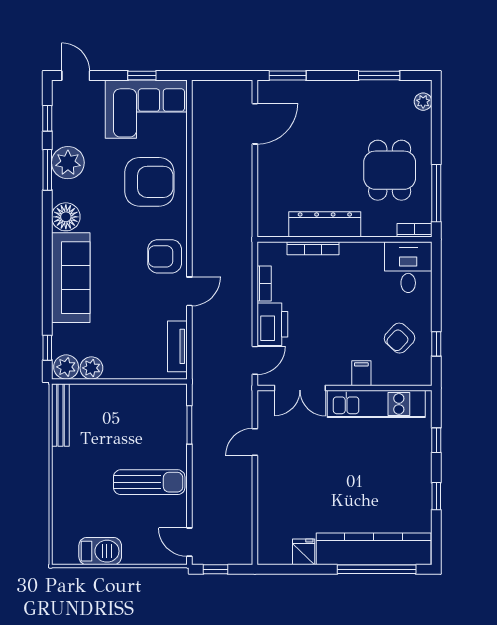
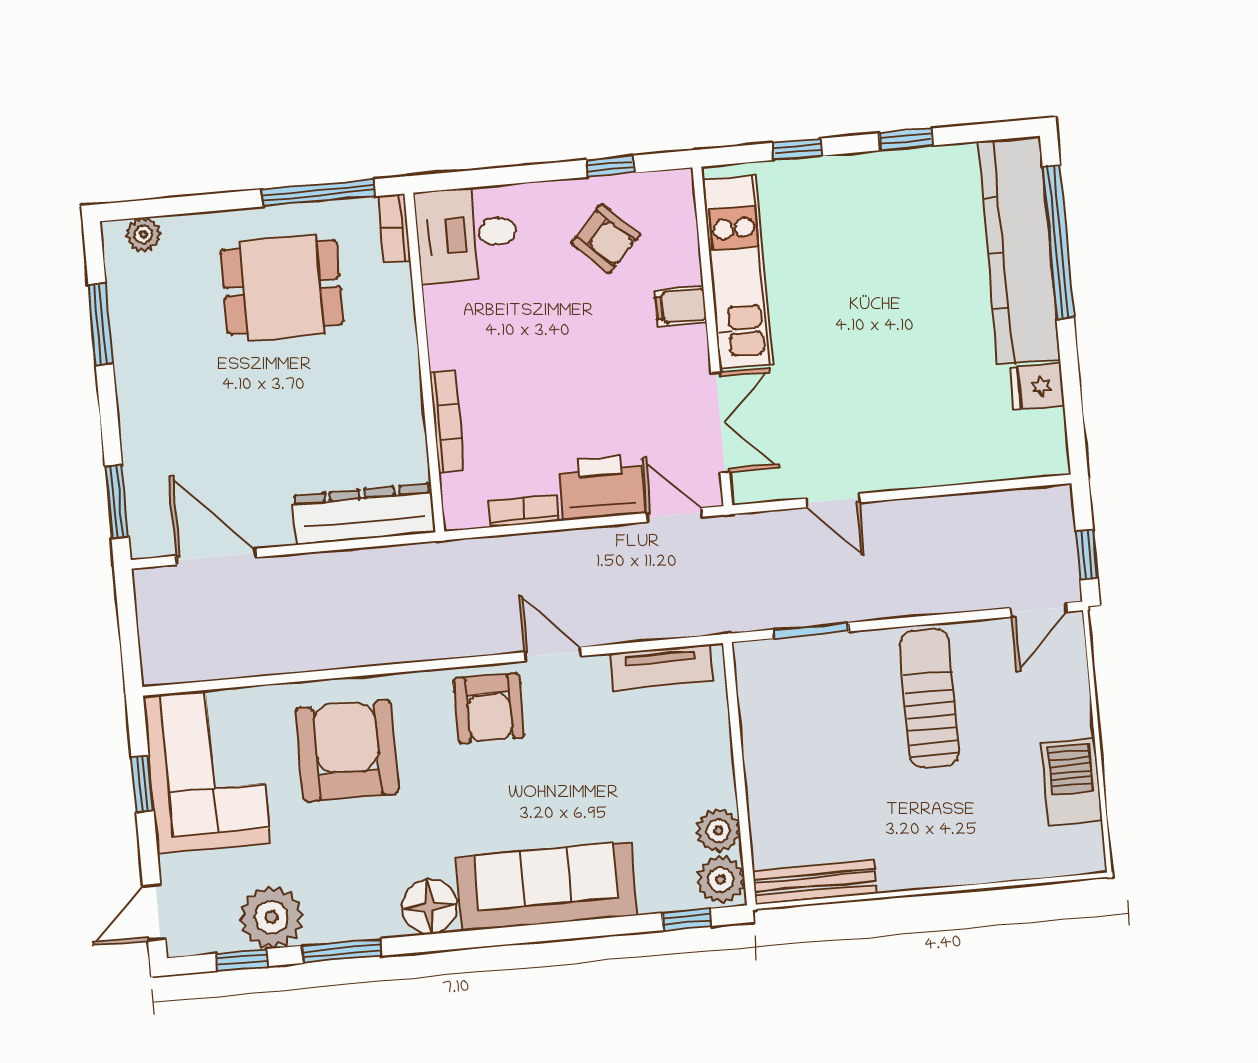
plant: (68, 163) -> (271, 917), moved
dresser: (325, 224) -> (364, 514), moved, turned 90

